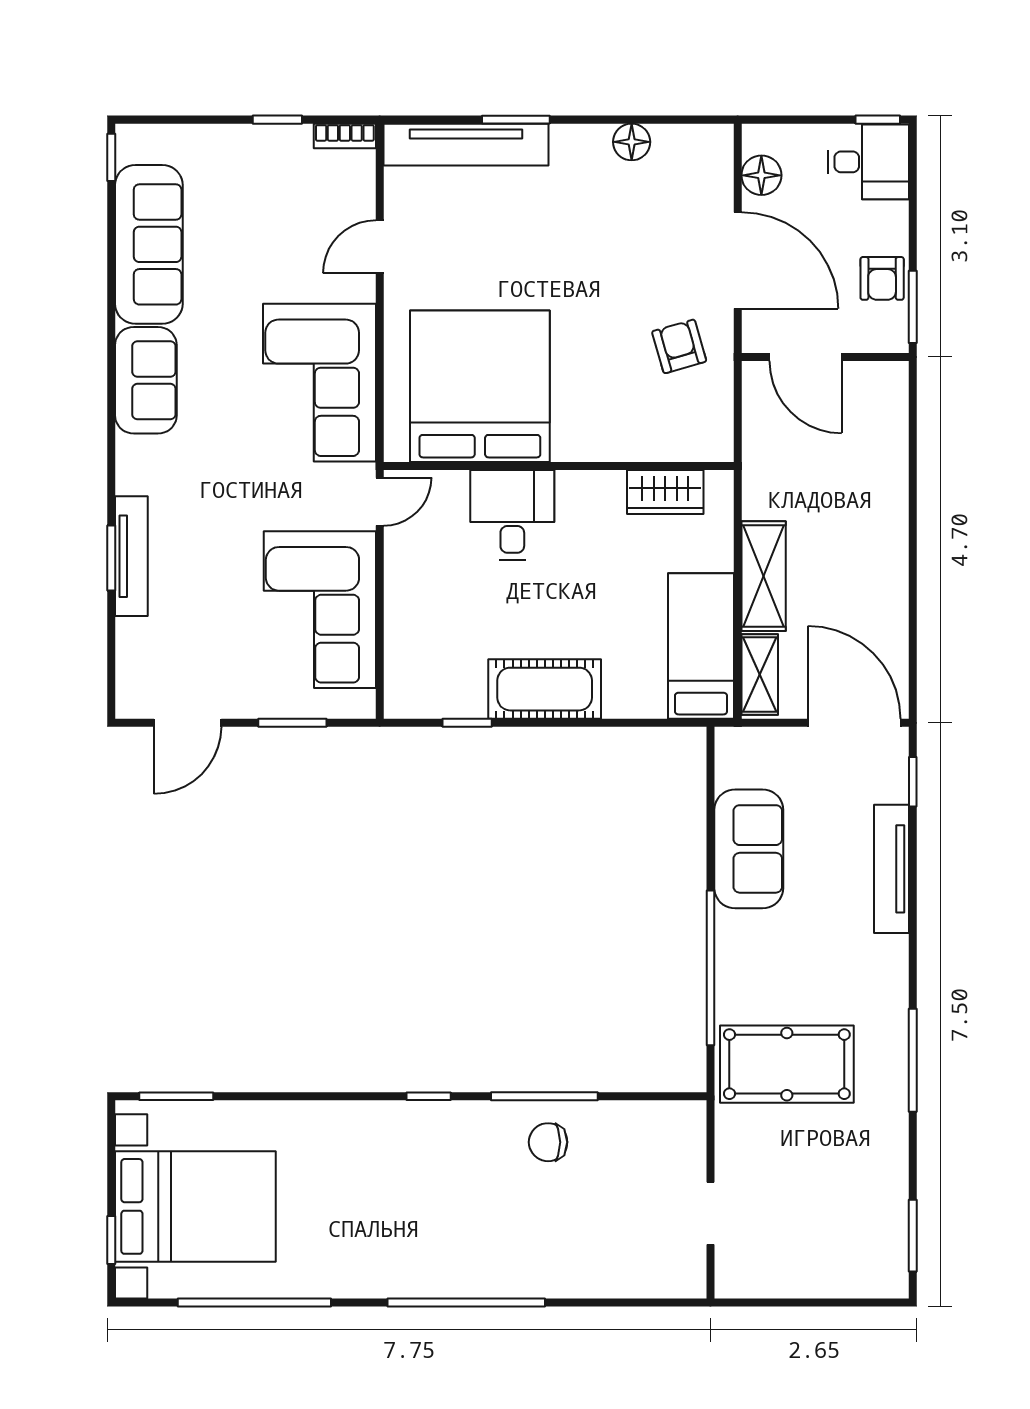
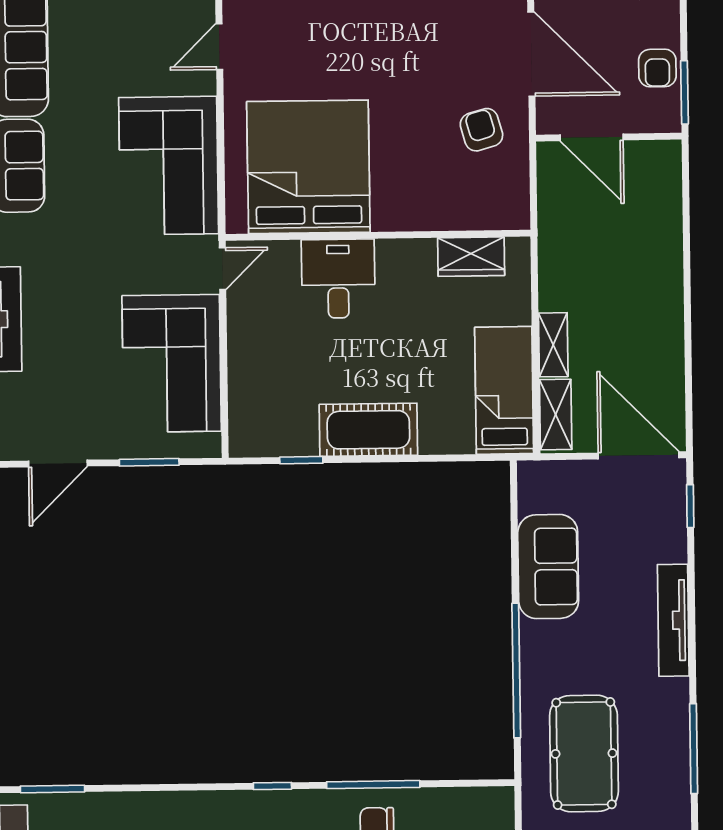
shelving: (764, 576) -> (553, 345), width x0.67, depth x0.75
tv unit: (891, 869) -> (673, 620), moved
pool table: (787, 1064) -> (584, 754), turned 90

